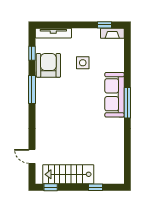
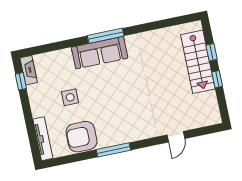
window: (32, 53) -> (71, 159), removed
door: (32, 156) -> (176, 137), moved
stairs: (68, 174) -> (198, 62), moved
window: (51, 187) -> (217, 79), moved

